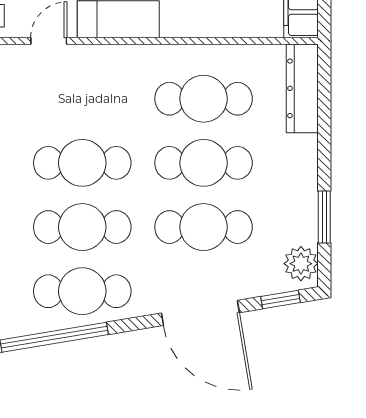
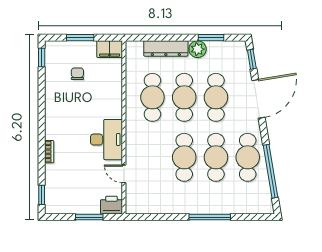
dresser: (302, 88) -> (166, 48), moved
plant: (301, 264) -> (198, 49), moved

